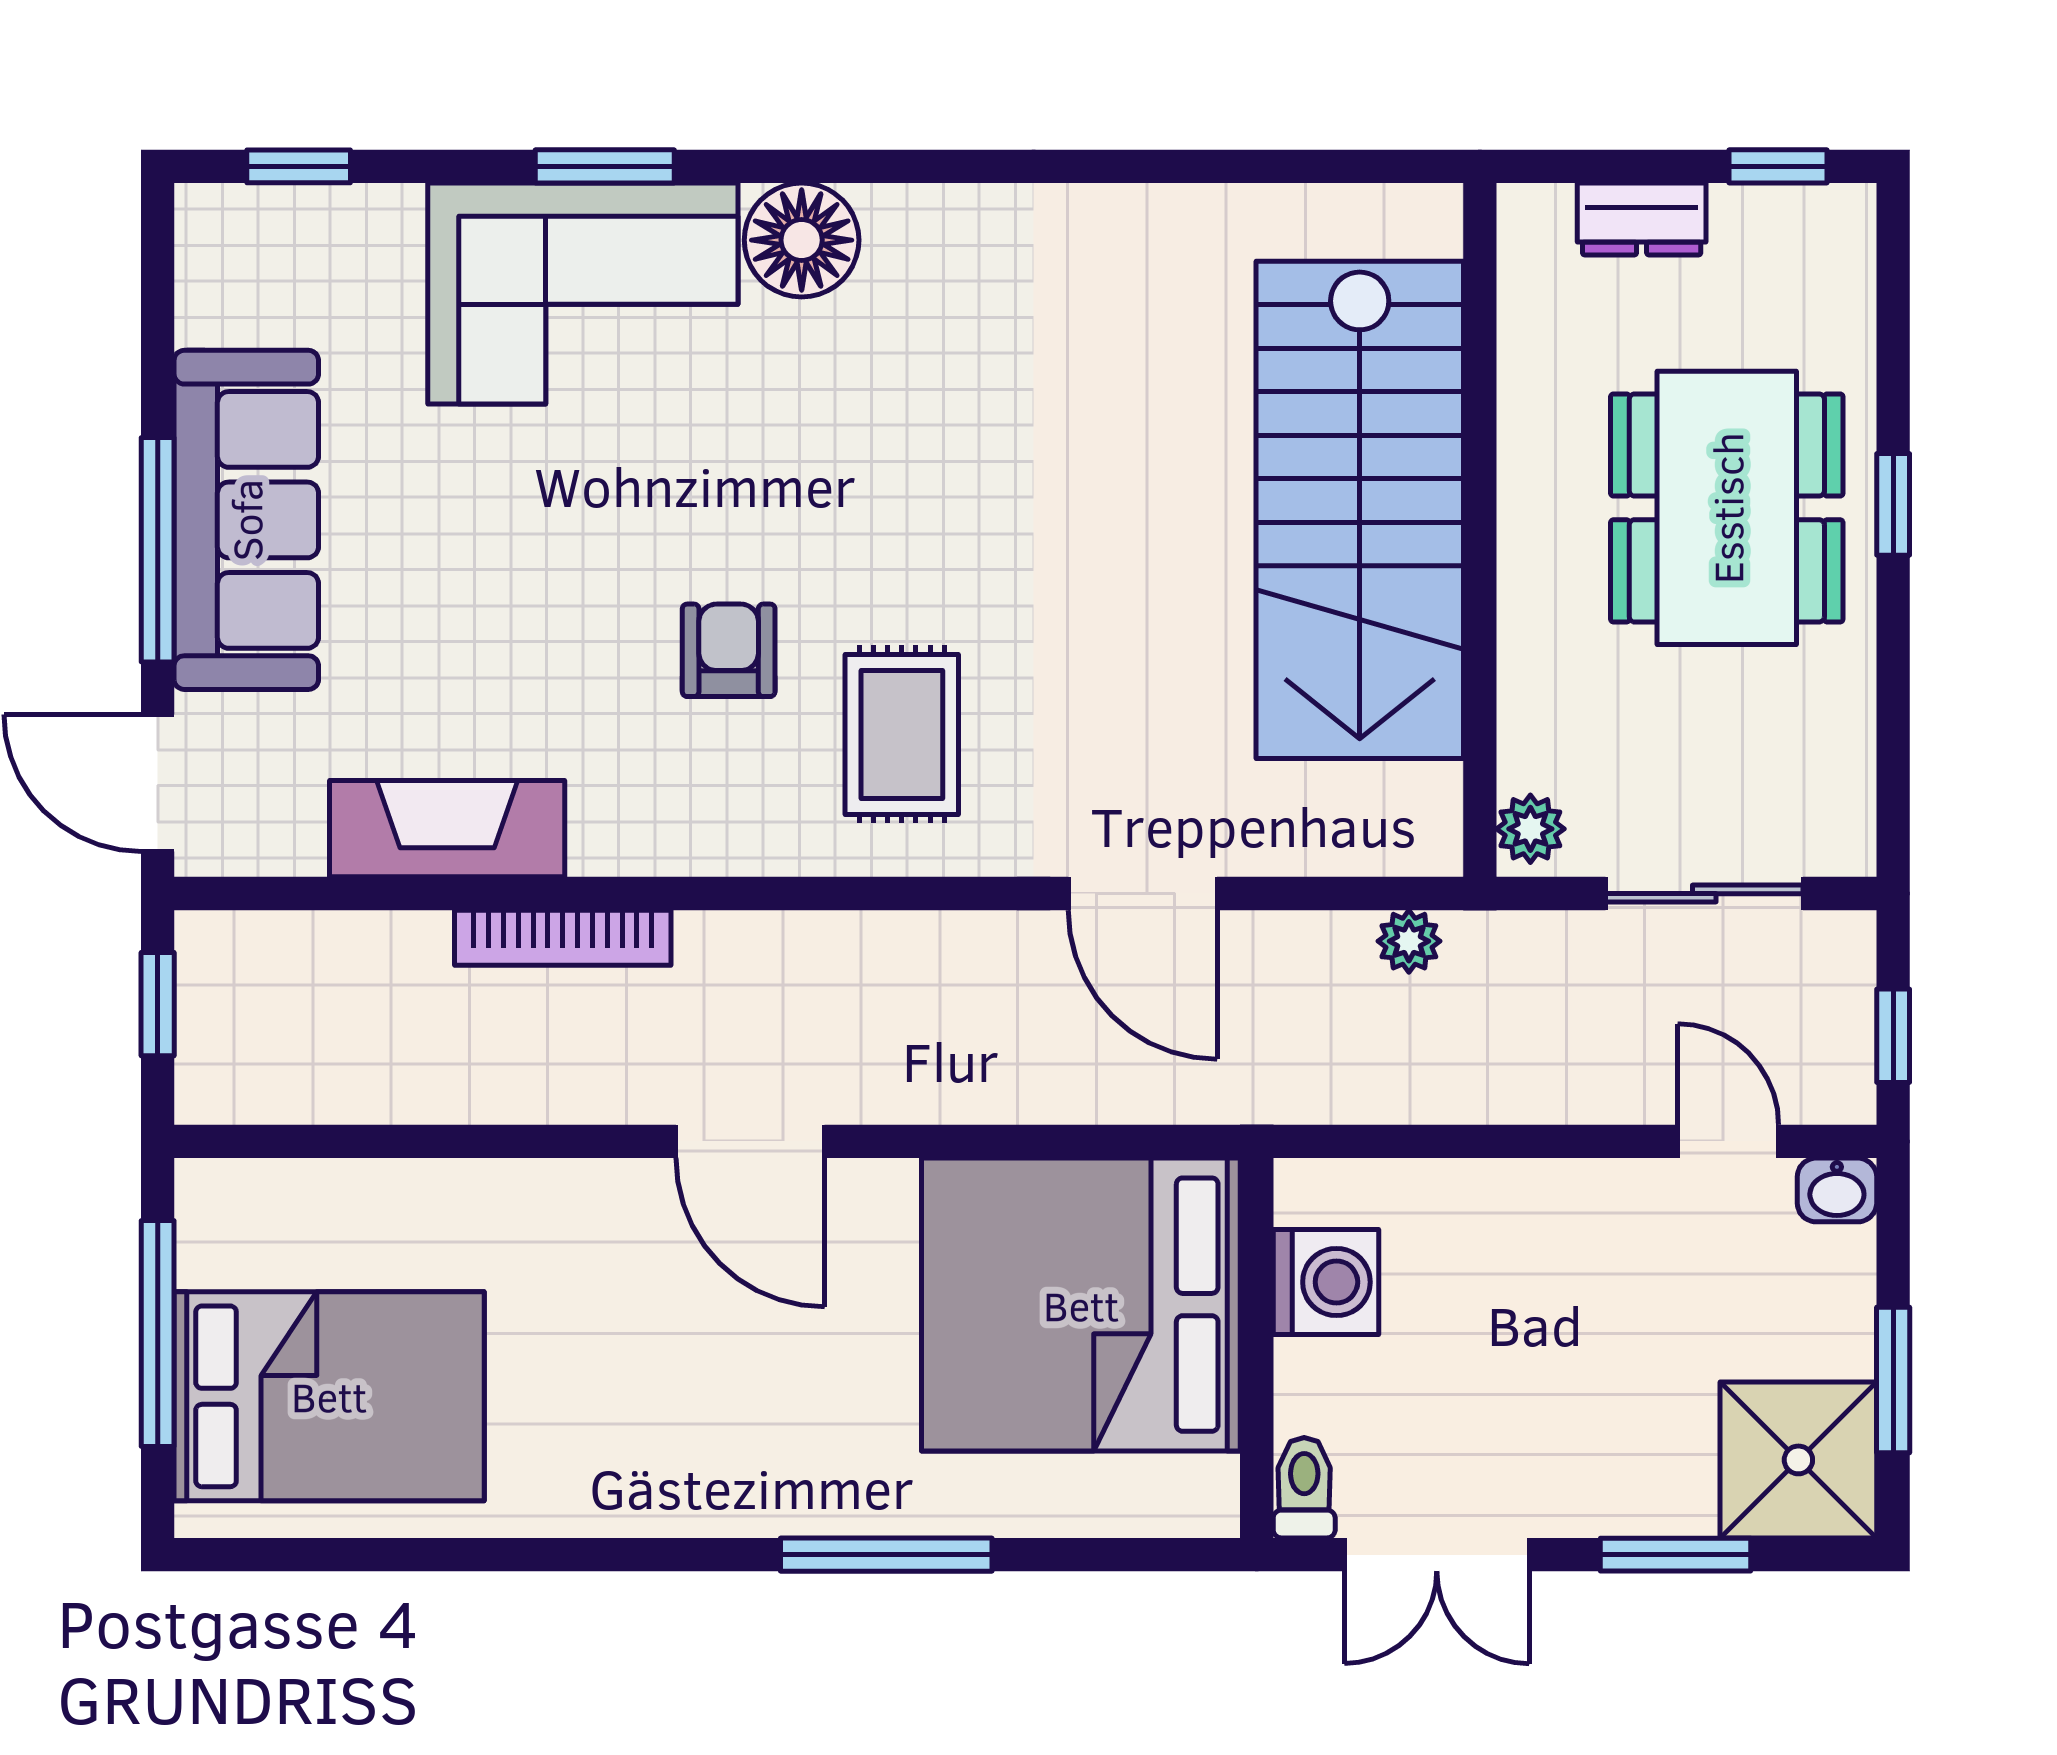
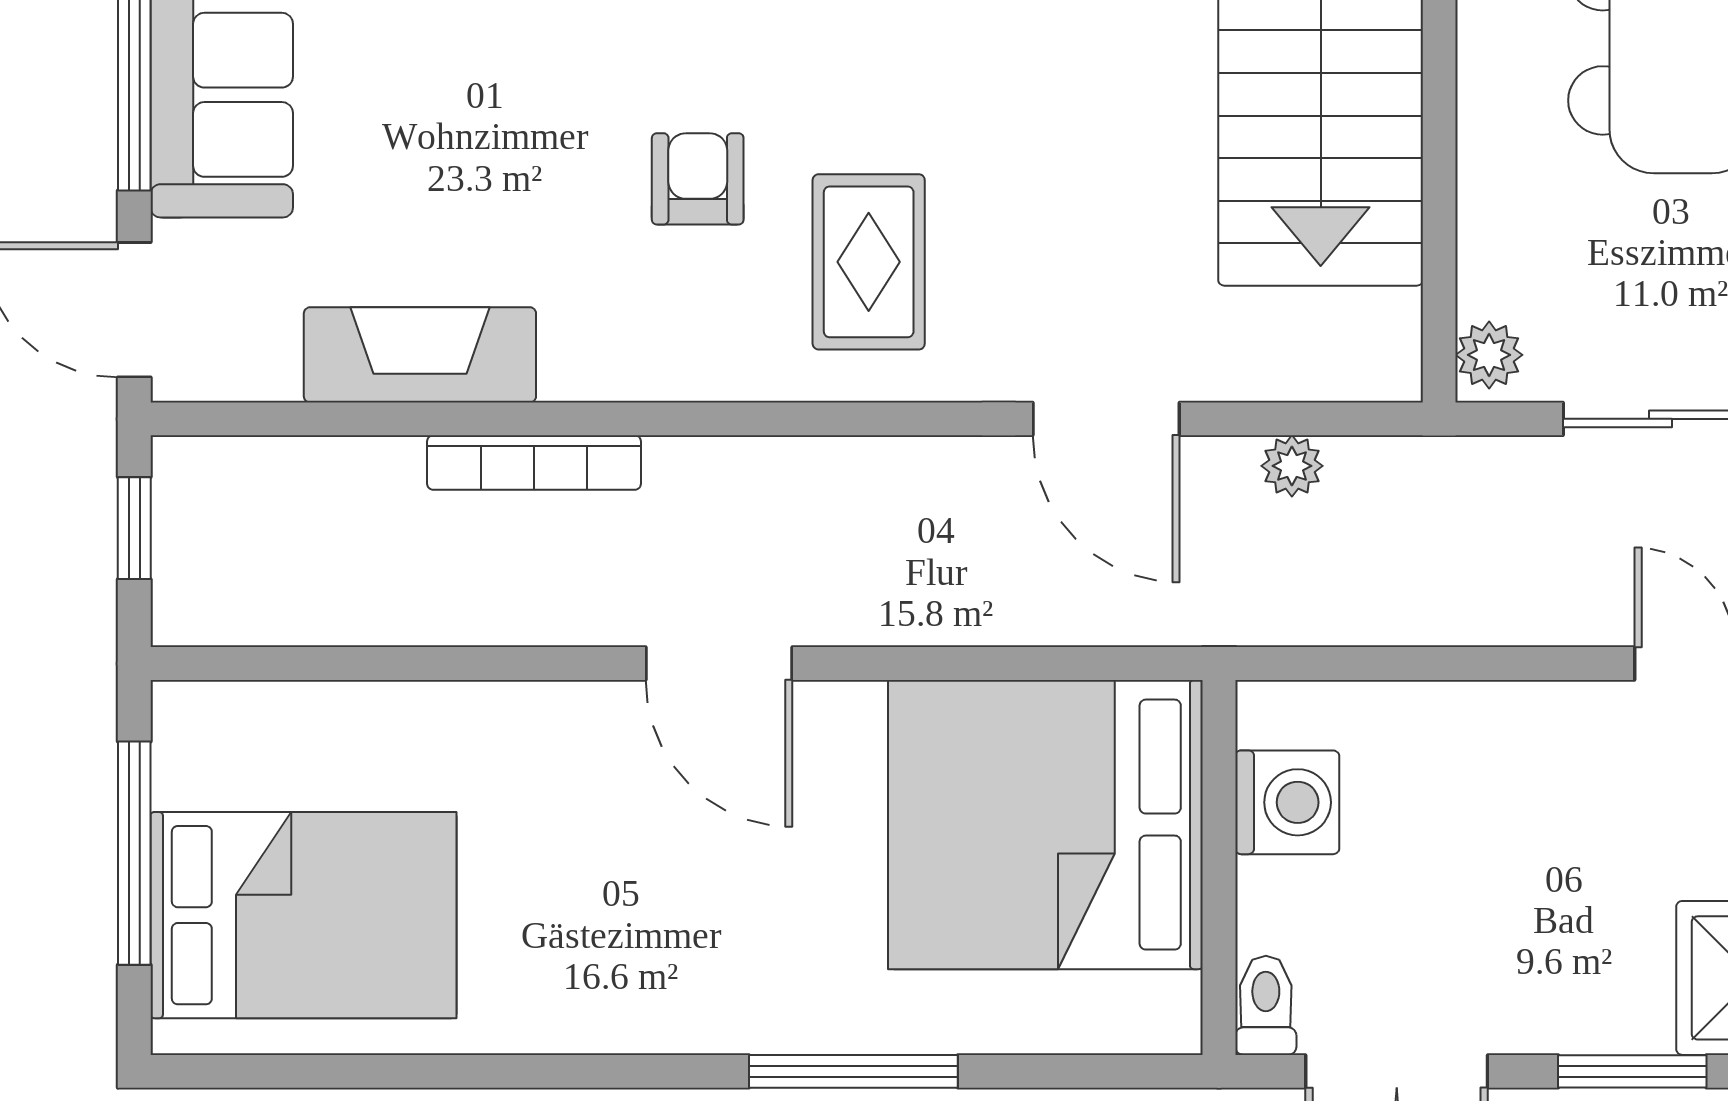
plant: (1409, 941) -> (1292, 466), moved

